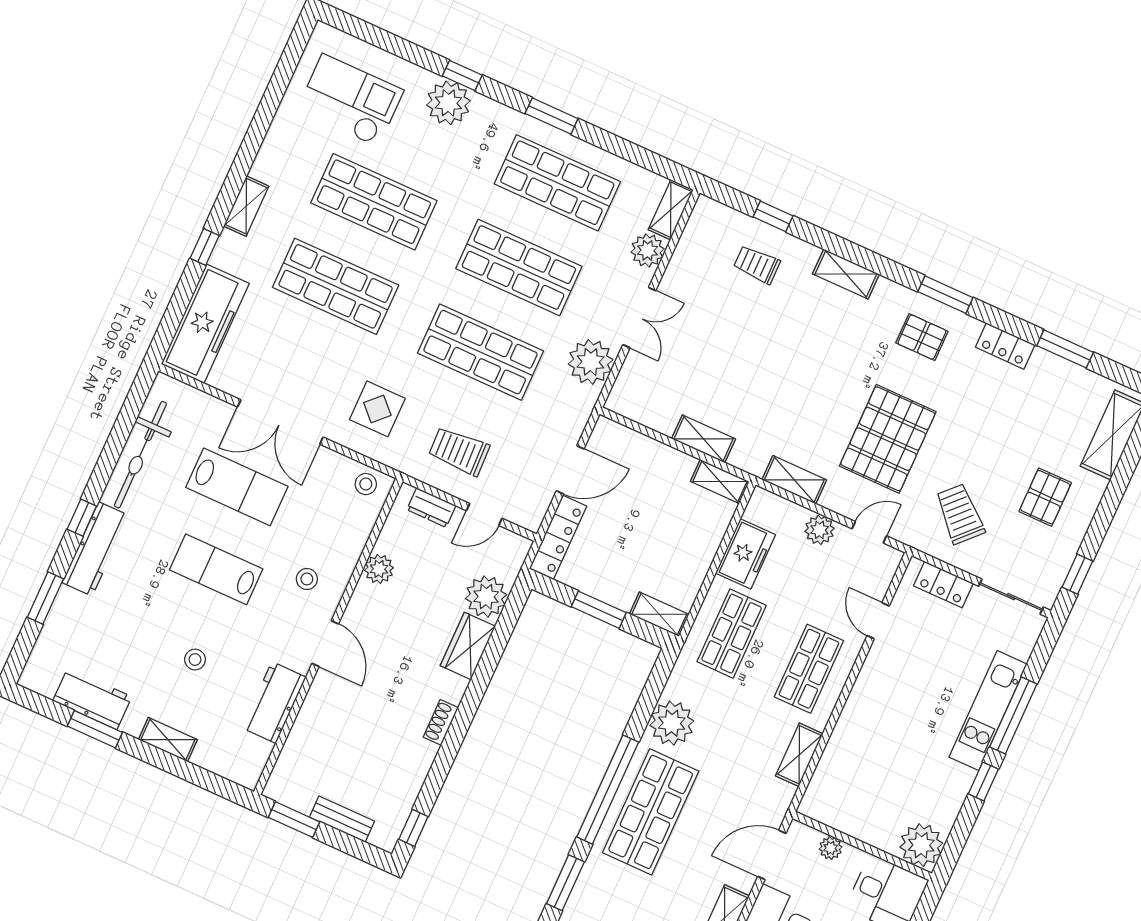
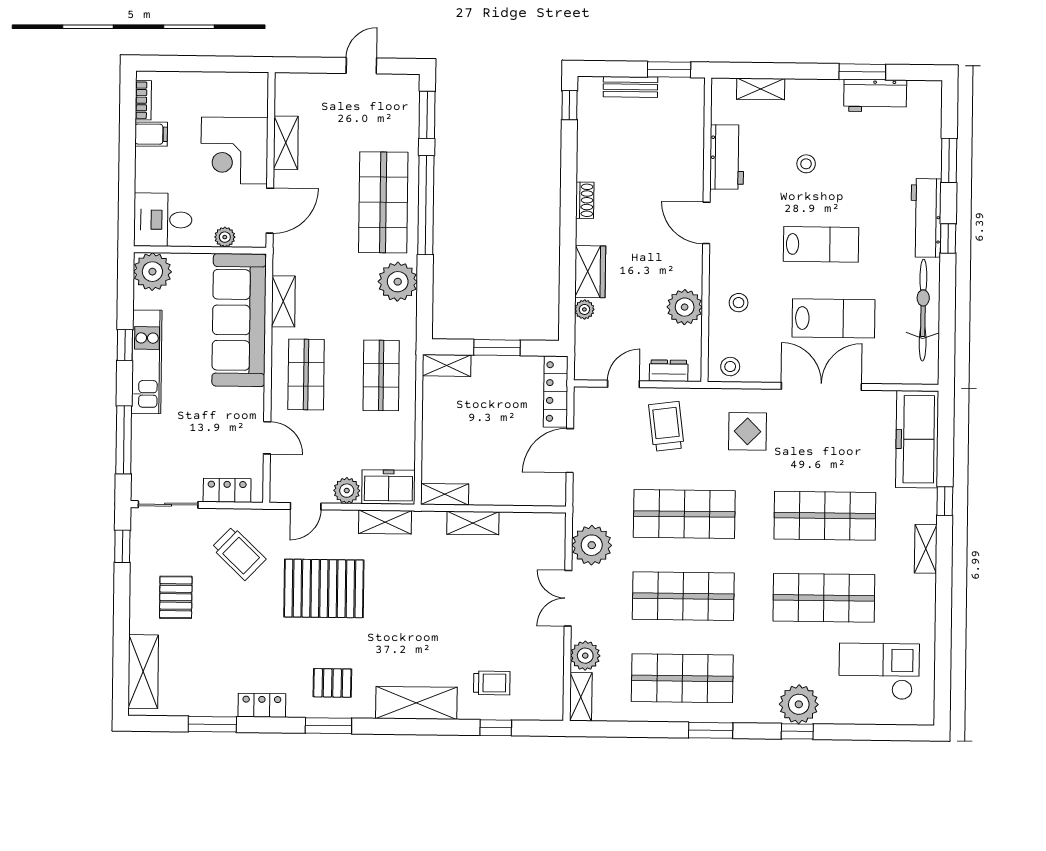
checkout: (350, 100) -> (879, 671), turned 180
shelving: (846, 274) -> (416, 703), width x1.50, depth x1.33
pallet: (888, 439) -> (324, 588), turned 90
trolley: (459, 451) -> (666, 426), turned -95
lab bench: (237, 487) -> (834, 318), turned 180
freezer: (745, 554) -> (388, 487), moved, turned 90
plant: (379, 569) -> (685, 307), width x1.36, depth x1.36
stool: (307, 579) -> (739, 303), moved
plant: (486, 597) -> (584, 309), width x0.53, depth x0.53
kitchen unit: (988, 711) -> (147, 362), moved
window: (1013, 715) -> (124, 440), moved
shelving: (168, 740) -> (761, 89), moved
sofa: (853, 756) -> (239, 320), added

